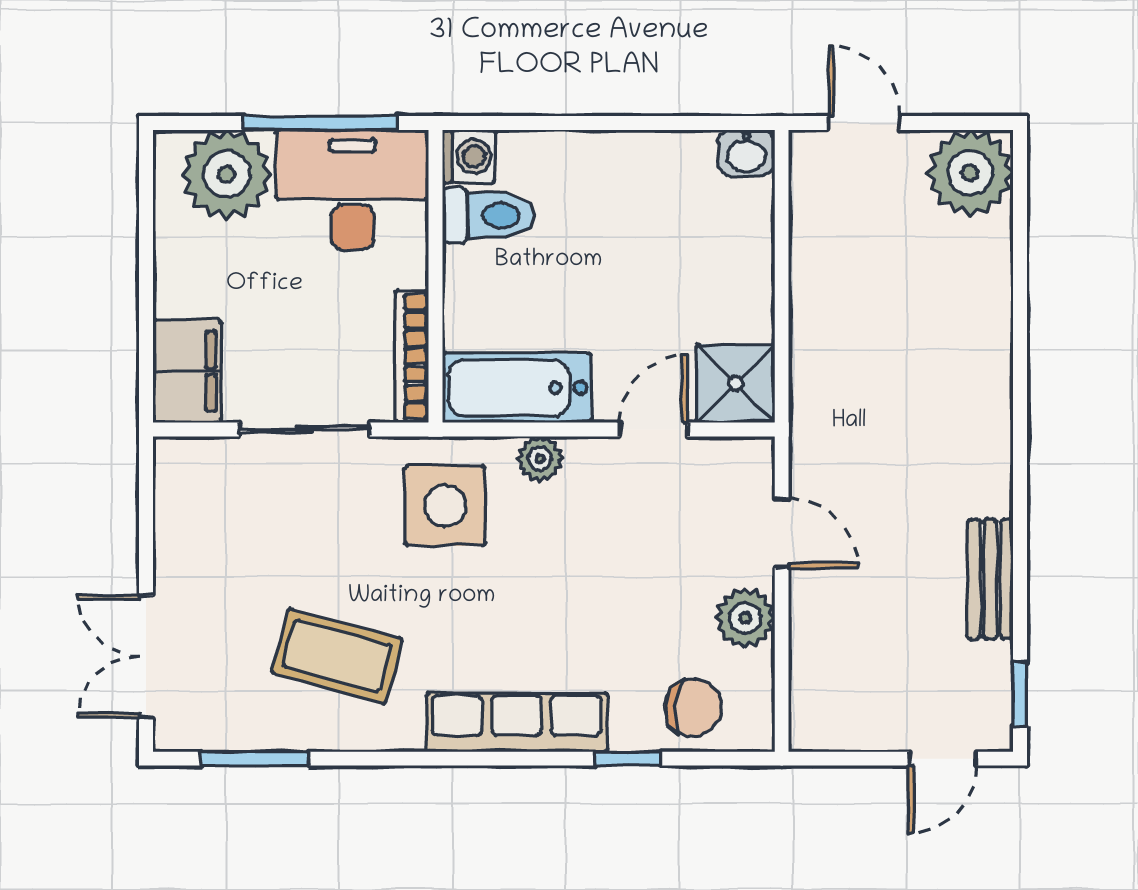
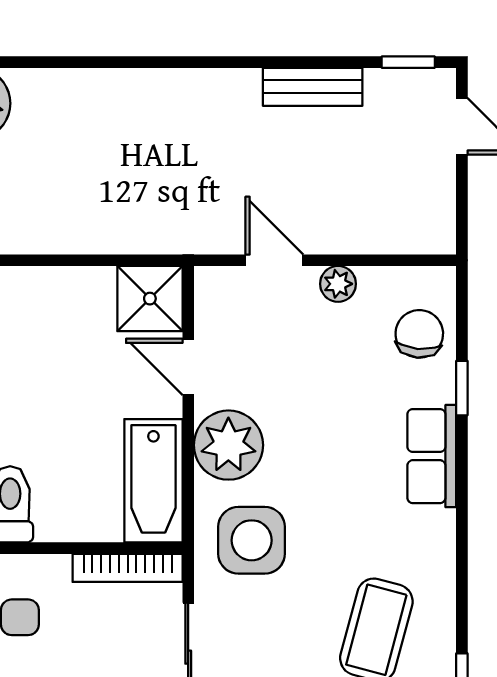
plant: (540, 459) -> (228, 445), width x1.87, depth x1.87
door: (782, 533) -> (274, 260), hinge flipped
plant: (745, 618) -> (338, 284), width x0.73, depth x0.73
row of seats: (517, 722) -> (432, 456), width x0.68

